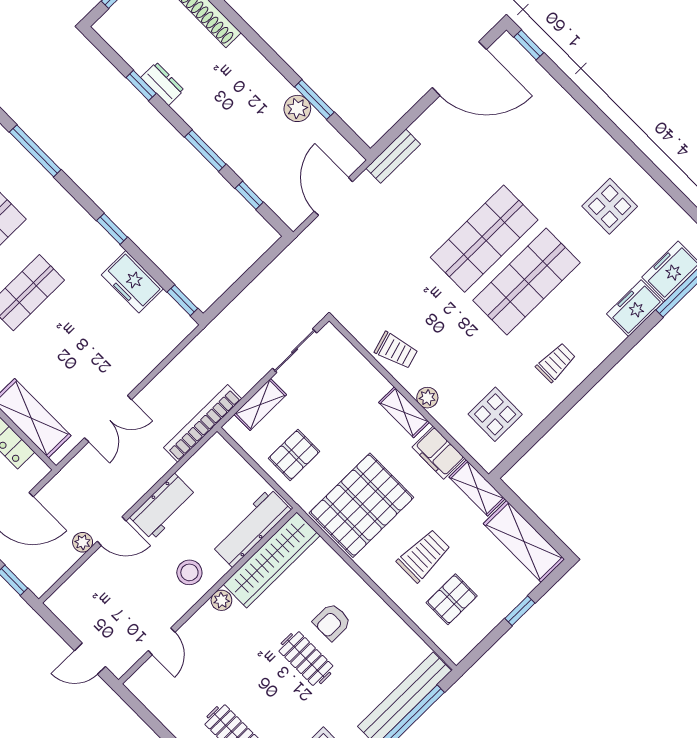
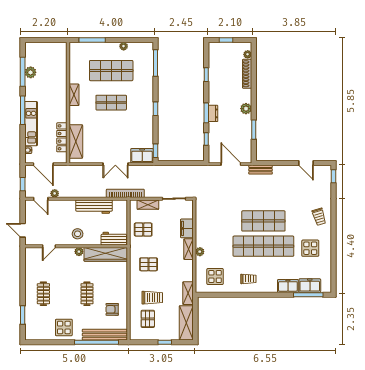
door: (459, 69) -> (306, 163), width x0.53
dresser: (162, 84) -> (213, 113), moved
plant: (297, 108) -> (246, 109), moved
door: (333, 196) -> (231, 164), hinge flipped
freezer: (132, 282) -> (142, 156), moved, turned 90
shop shelf: (527, 282) -> (263, 246), width x1.40
trolley: (396, 350) -> (319, 217), moved
double door: (108, 419) -> (115, 164), moved
filing cabinet: (438, 453) -> (187, 228), moved
pallet: (361, 505) -> (149, 264), width x0.49, depth x0.50
workbench: (163, 507) -> (94, 207), width x1.38
workbench: (251, 528) -> (114, 239), width x0.73
door: (112, 531) -> (41, 199), moved
pallet: (452, 599) -> (148, 319), turned 90
armchair: (332, 622) -> (112, 309), moved

